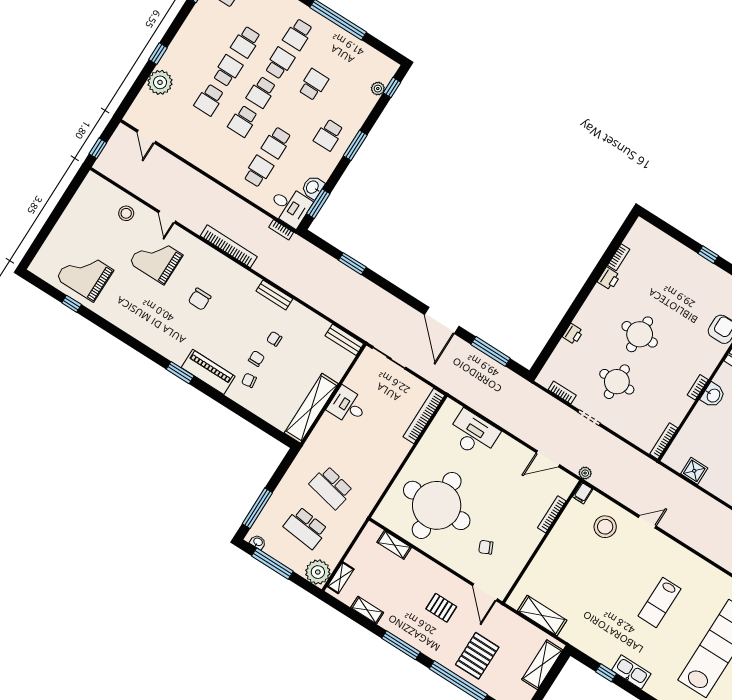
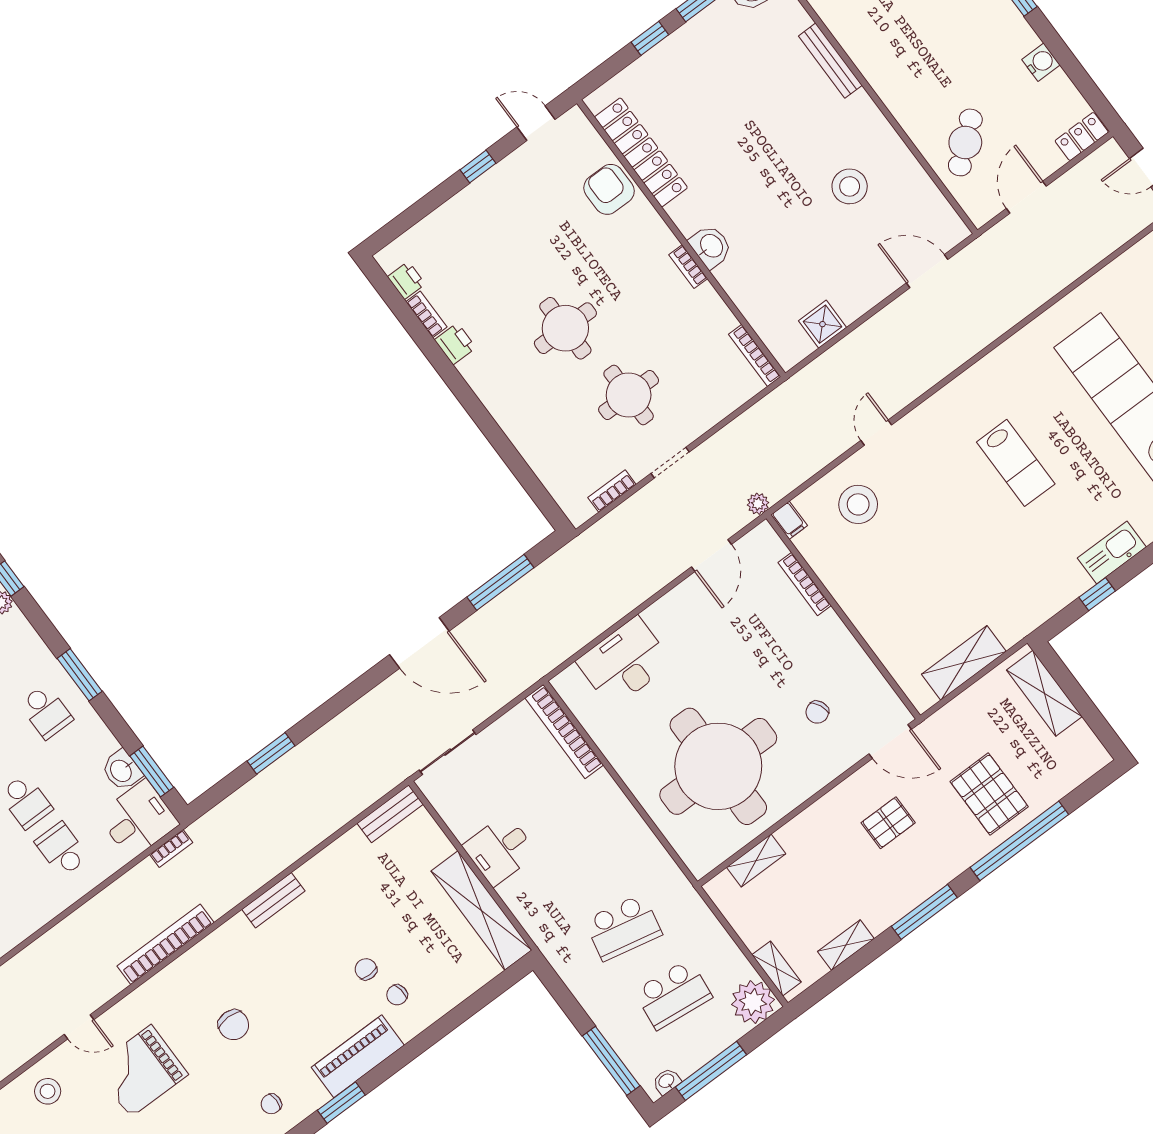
printer: (573, 334) -> (406, 280), moved
chair: (274, 339) -> (271, 1104), moved

